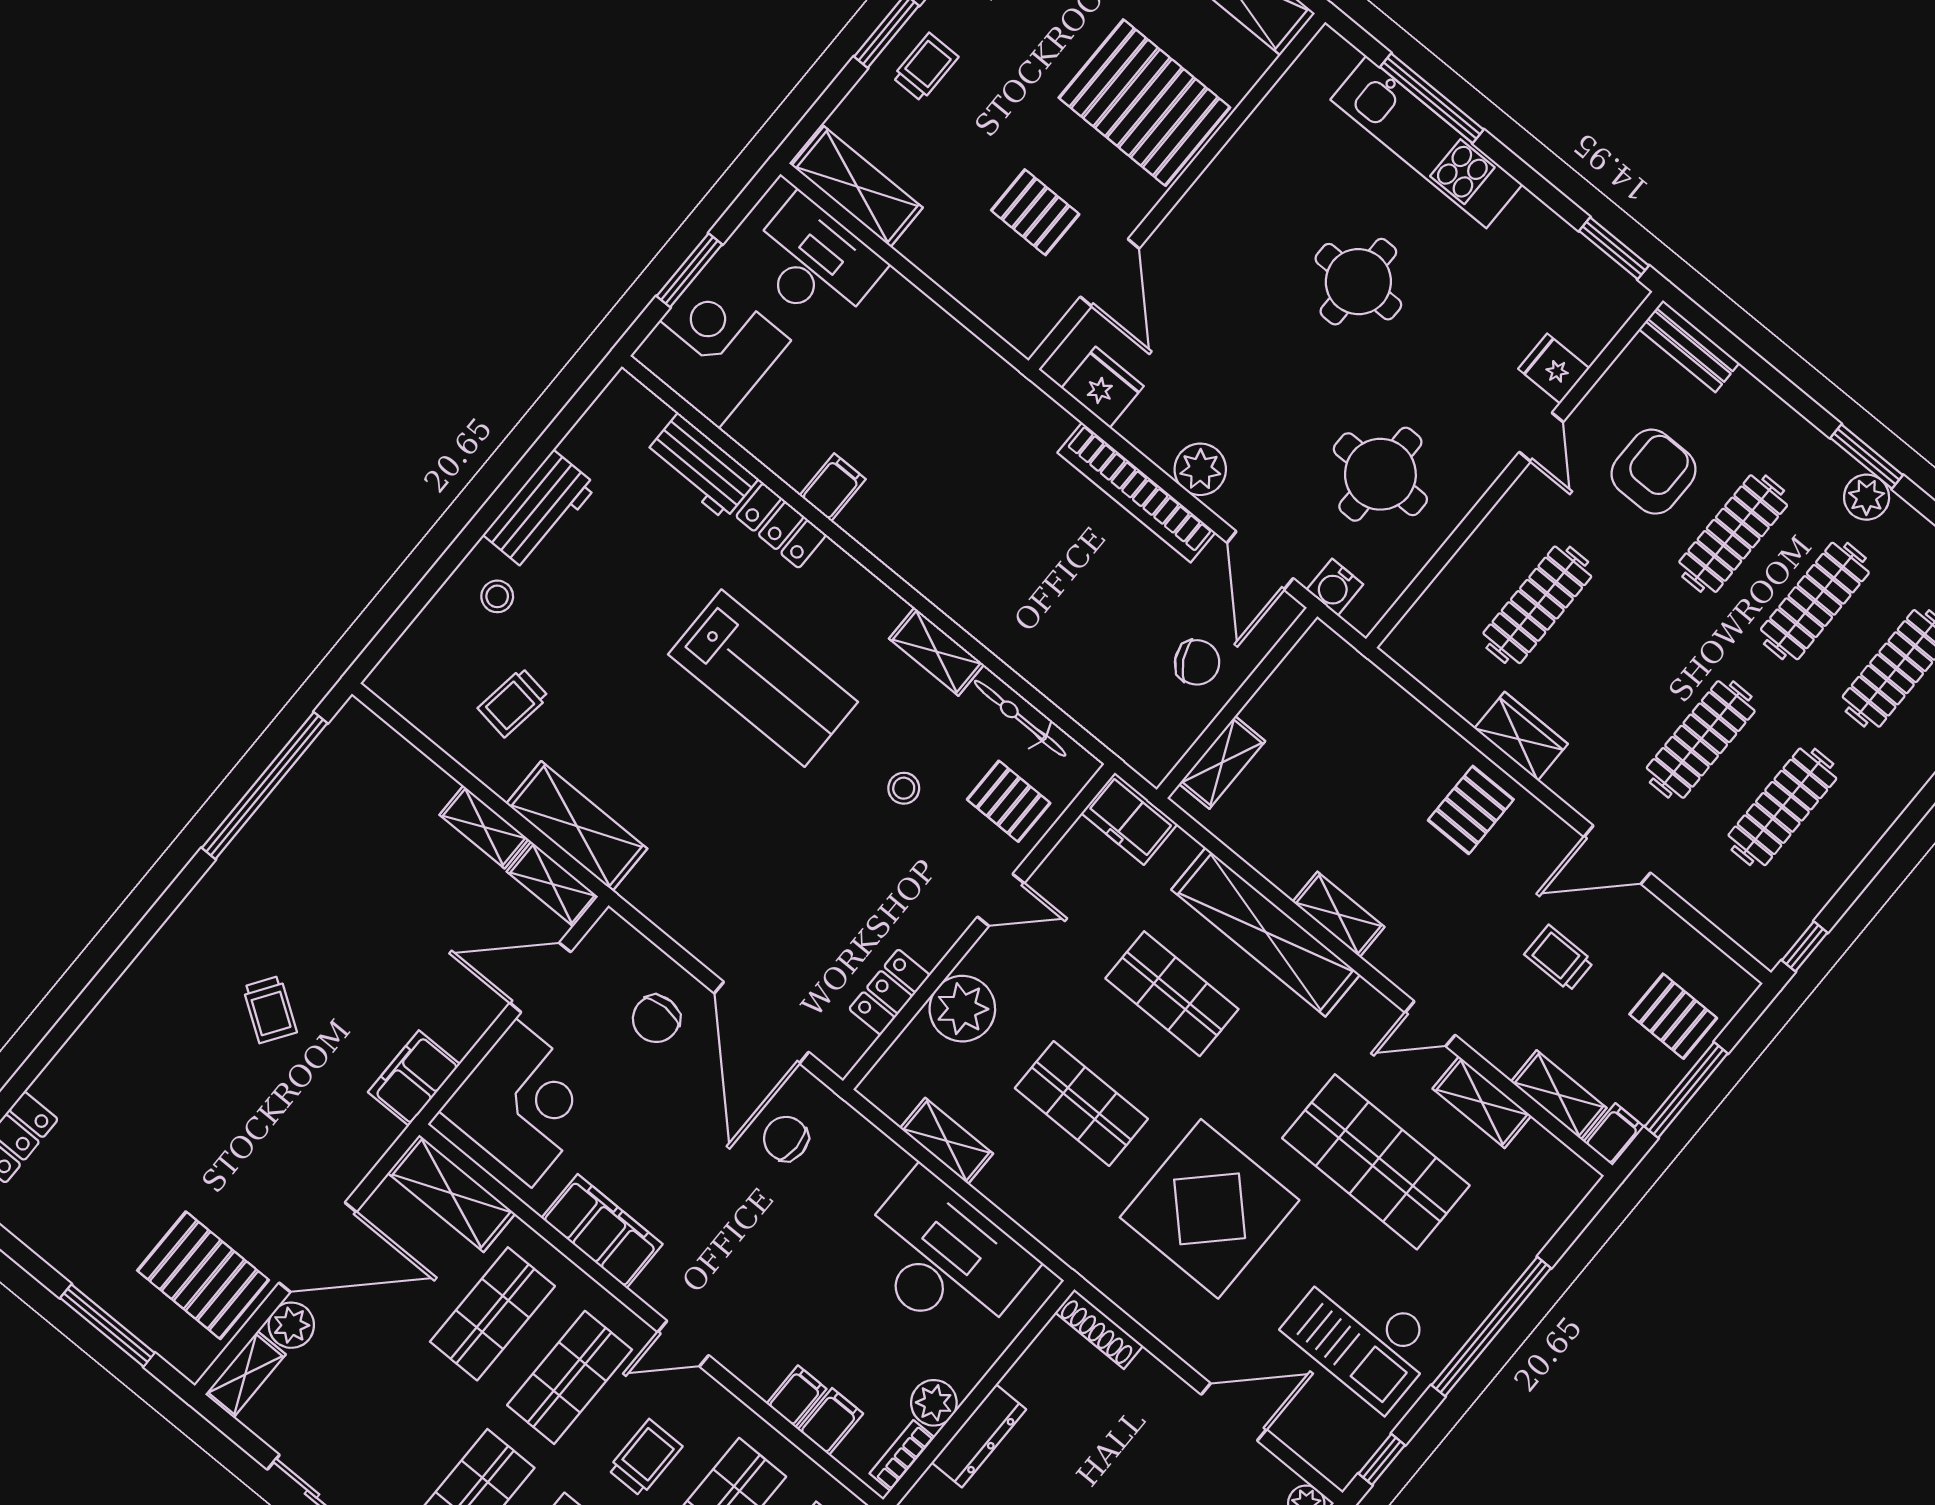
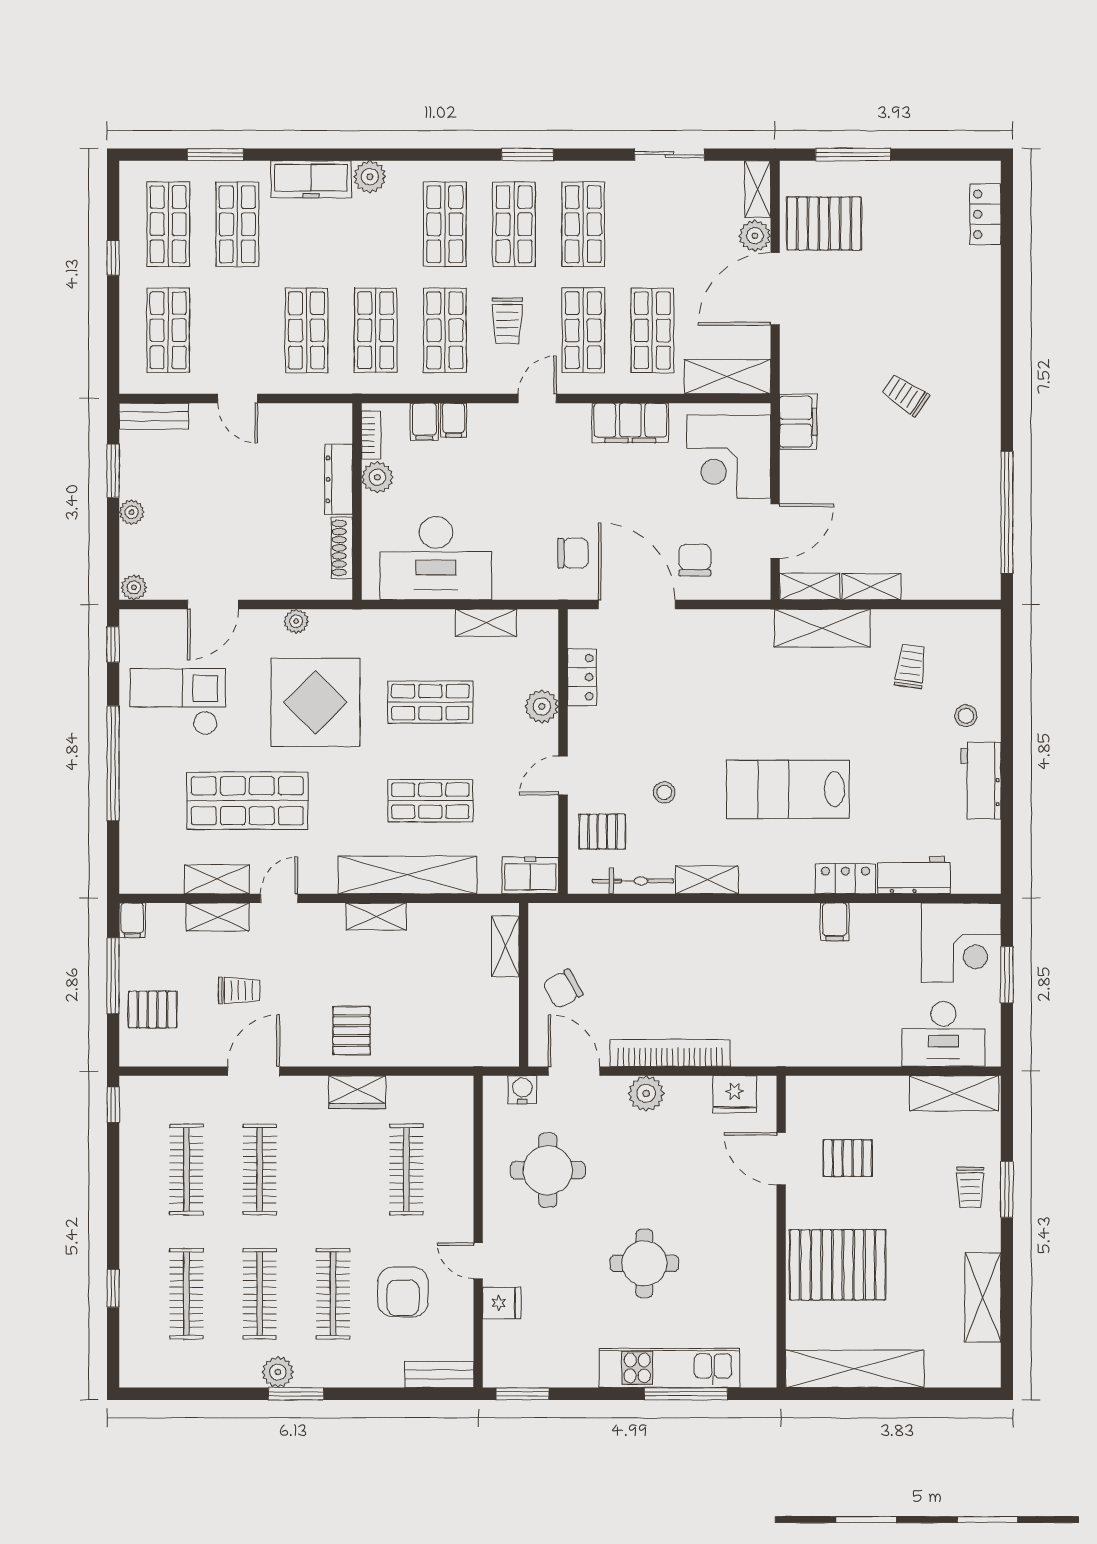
plant: (962, 1009) -> (542, 706), width x0.73, depth x0.73
shelving: (1559, 1095) -> (218, 917), moved
plant: (1157, 1317) -> (296, 621), added
shoe rack: (1099, 1329) -> (342, 548), moved, turned -90

